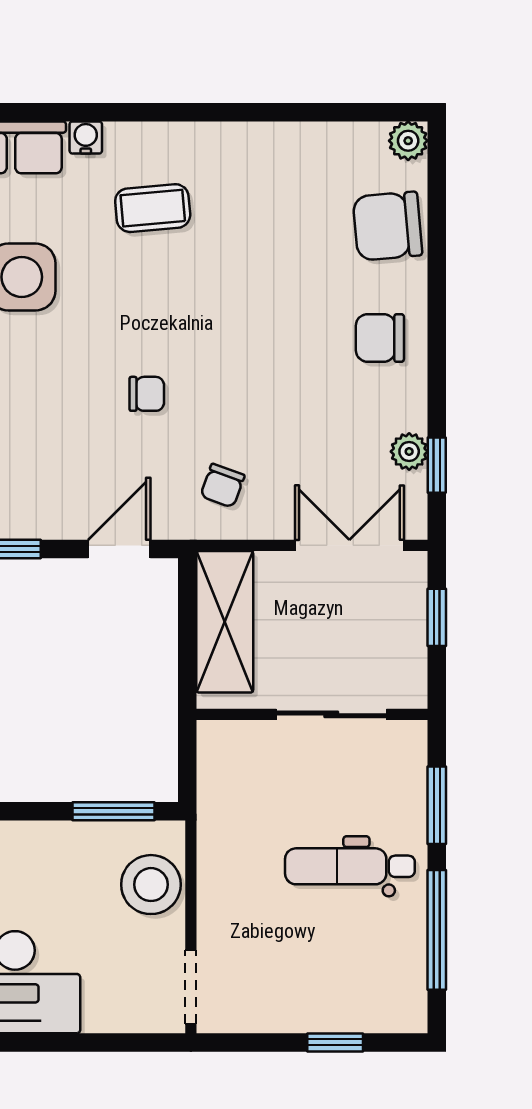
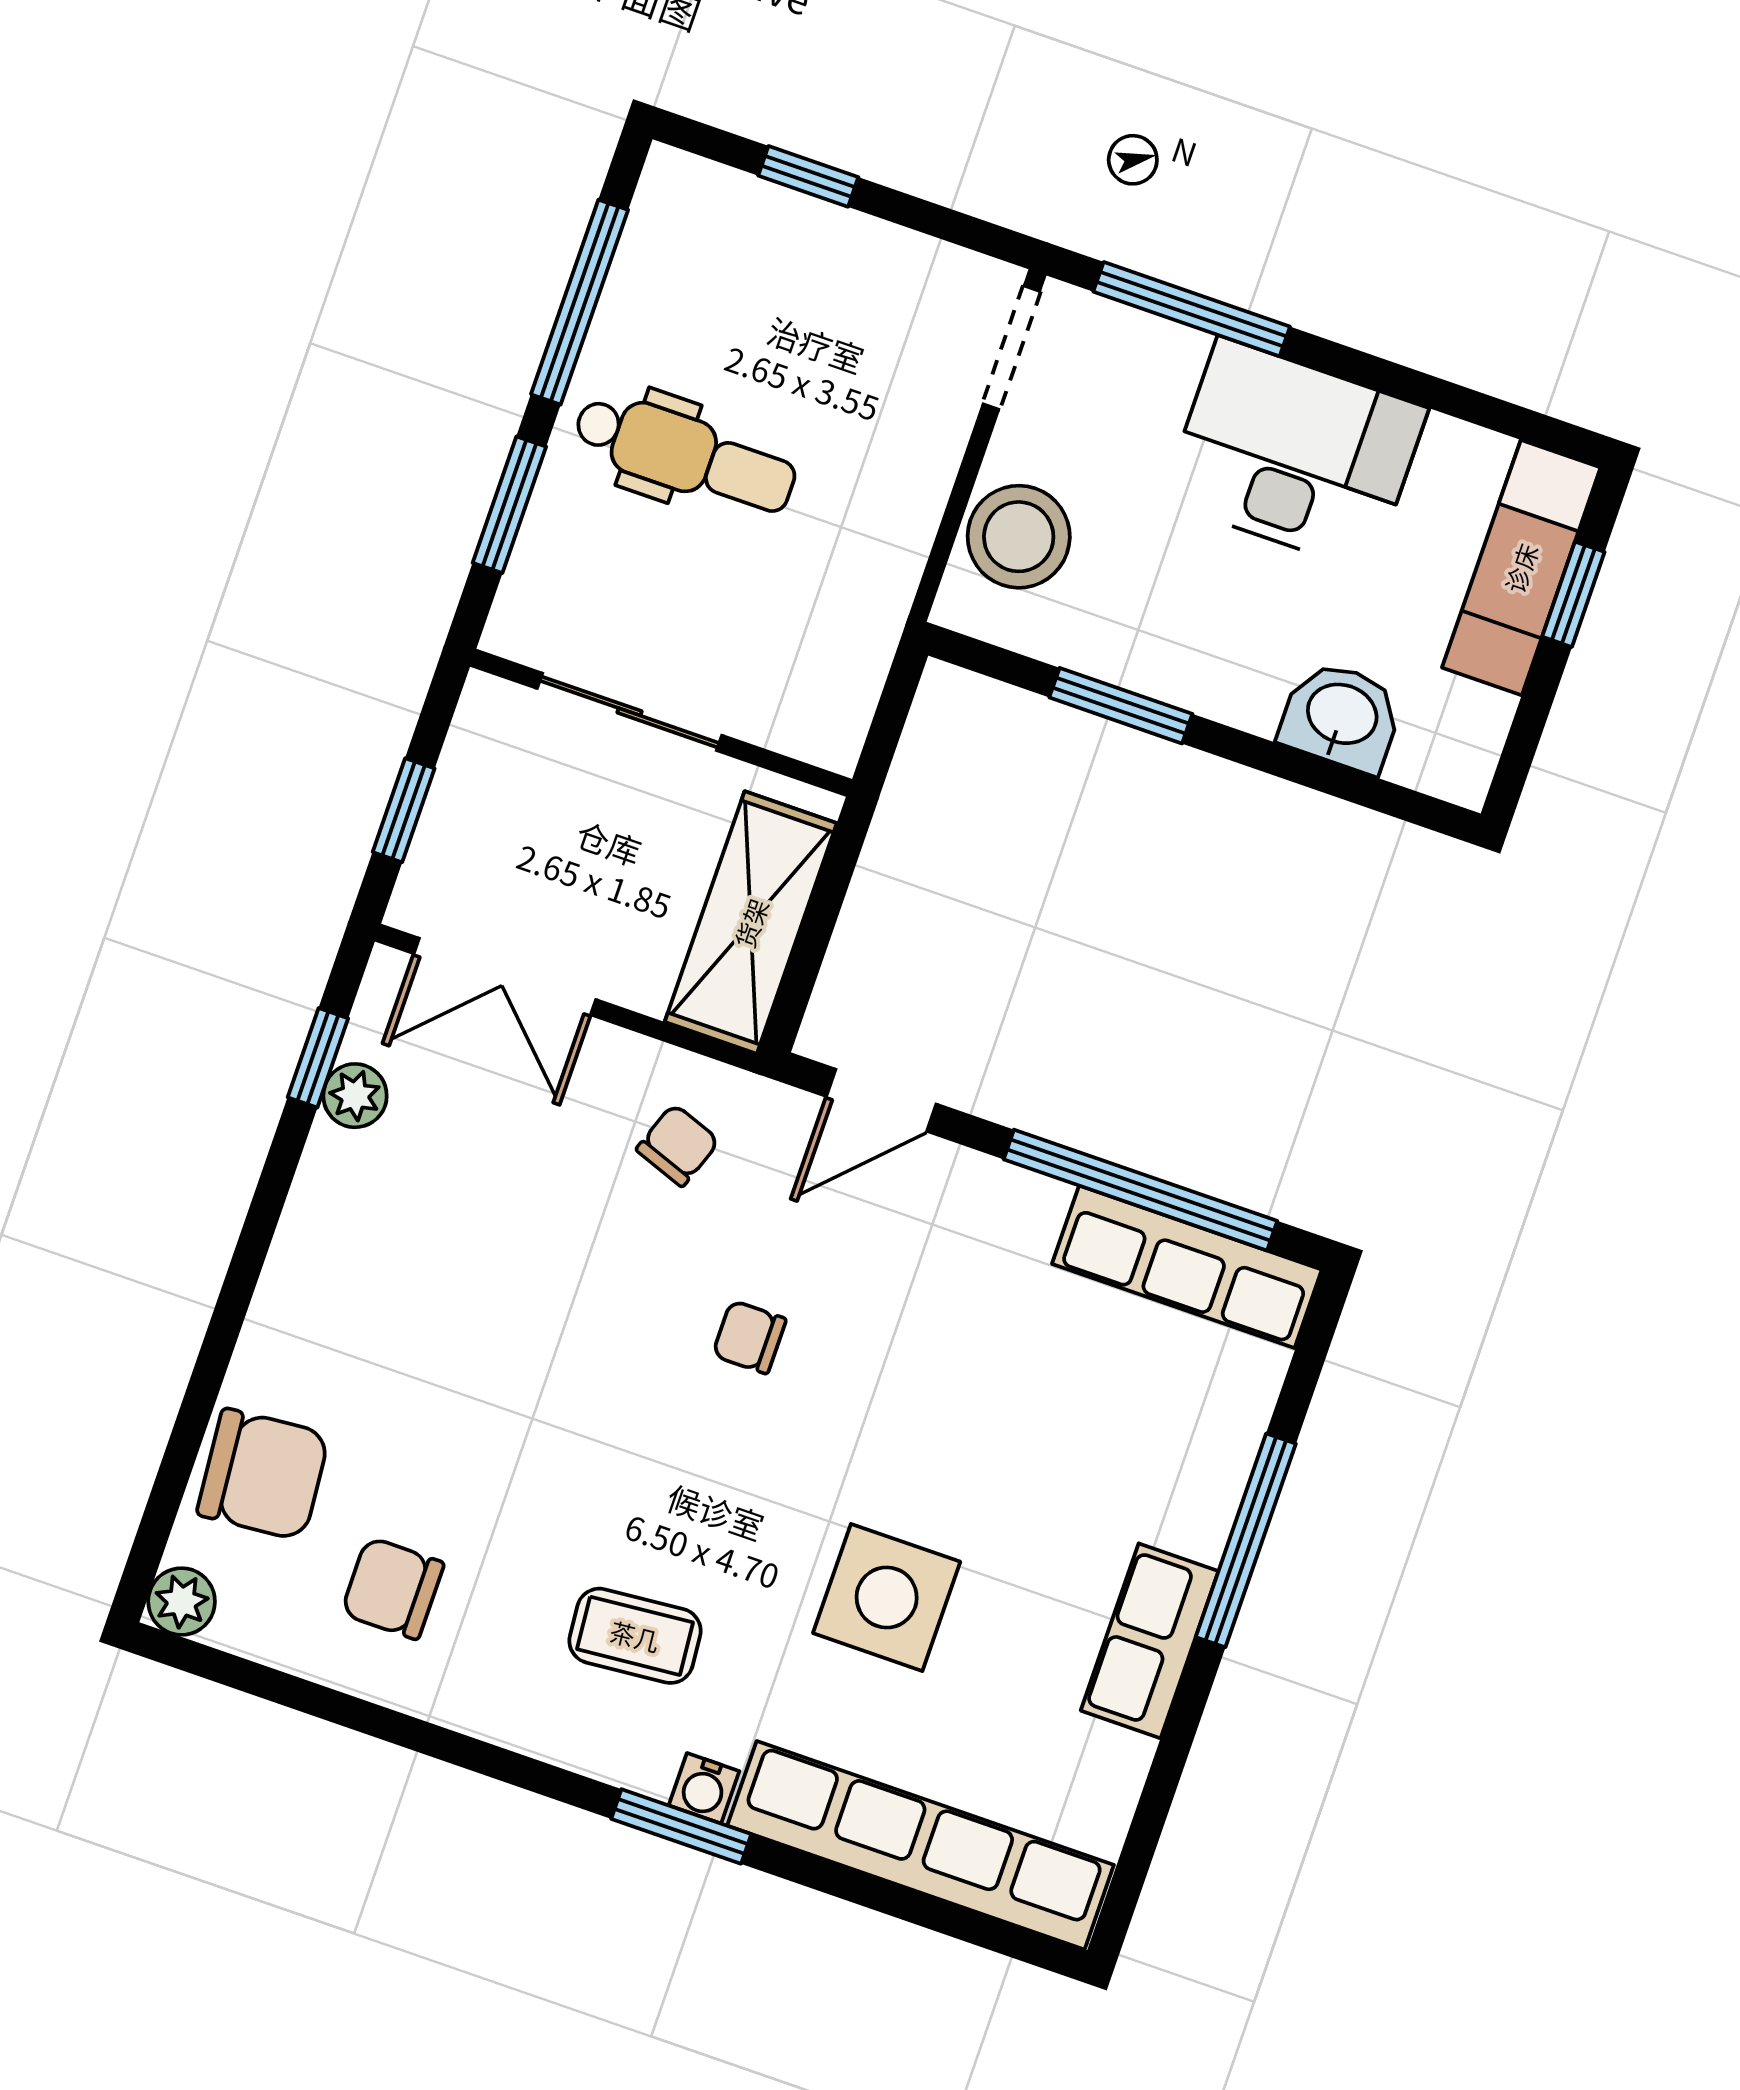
window: (91, 112) -> (681, 1826), added
chair: (380, 338) -> (393, 1588), moved, turned 180
window: (114, 811) -> (1121, 706), moved
window: (99, 1042) -> (1192, 309), added

